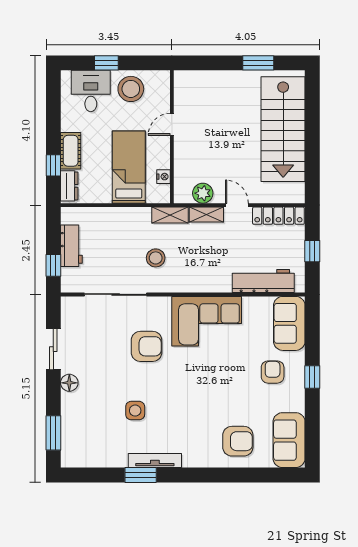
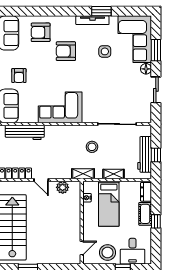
door: (172, 124) -> (82, 248), moved
window: (53, 165) -> (156, 221), moved
shelving: (206, 215) -> (114, 174), moved
workbench: (71, 246) -> (145, 154), width x1.38
window: (53, 265) -> (156, 155), moved
armchair: (147, 346) -> (66, 51), moved
corner sofa: (87, 430) -> (135, 39), added
window: (53, 433) -> (156, 50), moved

